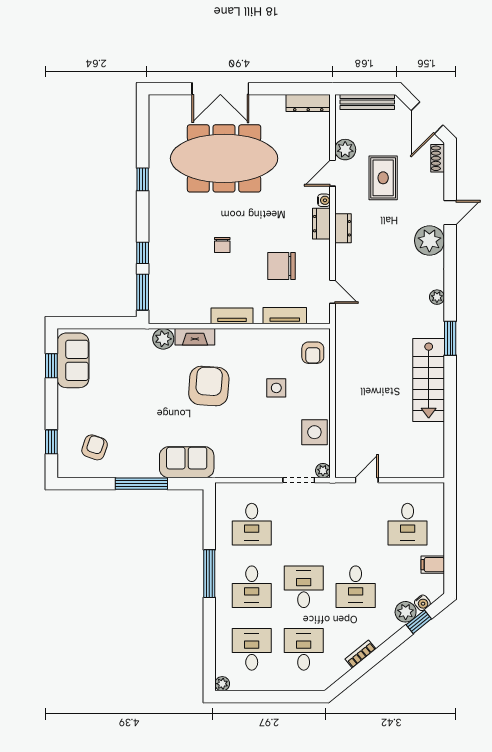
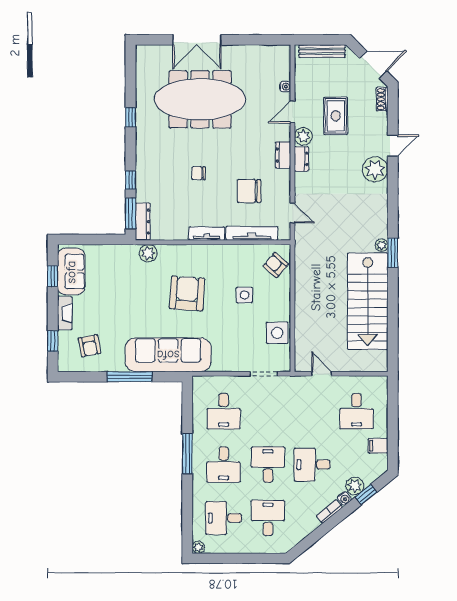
dresser: (308, 103) -> (143, 222), moved, turned -90
door: (427, 118) -> (373, 65), swing flipped
plant: (345, 150) -> (303, 136), moved
water cooler: (324, 200) -> (285, 87), moved
chair: (222, 245) -> (198, 173), turned 90
plant: (437, 297) -> (382, 245), moved
tv unit: (285, 316) -> (252, 233), width x1.41
fireplace: (195, 337) -> (65, 313), moved, turned -90
armchair: (313, 353) -> (276, 265), turned 131
stairs: (429, 380) -> (368, 301), width x1.36, depth x1.51
armchair: (95, 447) -> (90, 346), turned 150
sofa: (187, 462) -> (168, 355), width x1.85, depth x1.27
plant: (323, 471) -> (284, 366), removed
door: (367, 480) -> (322, 374), hinge flipped
desk: (356, 587) -> (312, 465), turned 90
water cooler: (422, 603) -> (344, 498), moved
desk: (252, 649) -> (224, 518), turned -90
bookcase: (361, 654) -> (329, 512), moved

